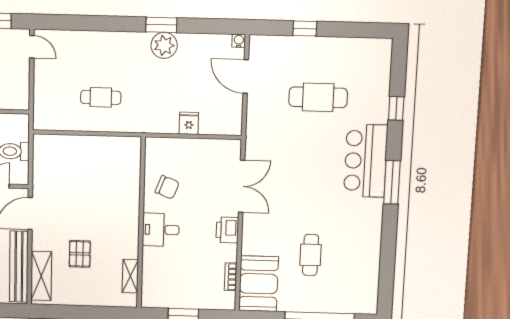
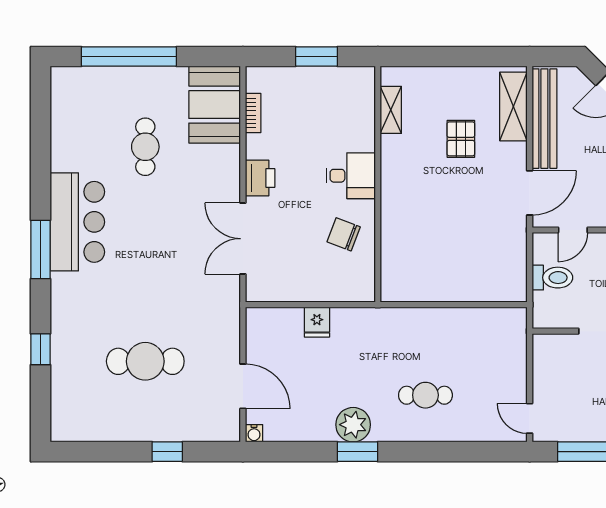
cafe table: (101, 97) -> (425, 395), moved
bar counter: (366, 161) -> (77, 222), moved

